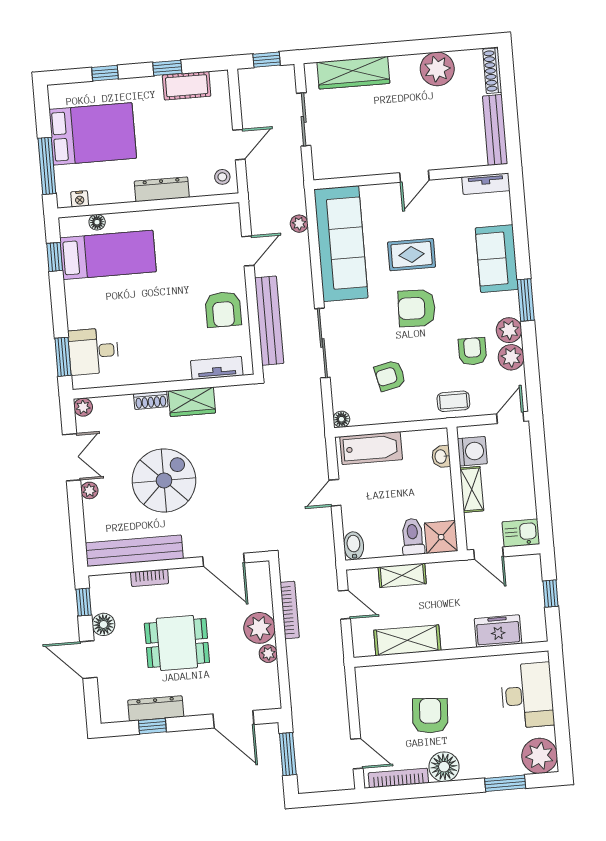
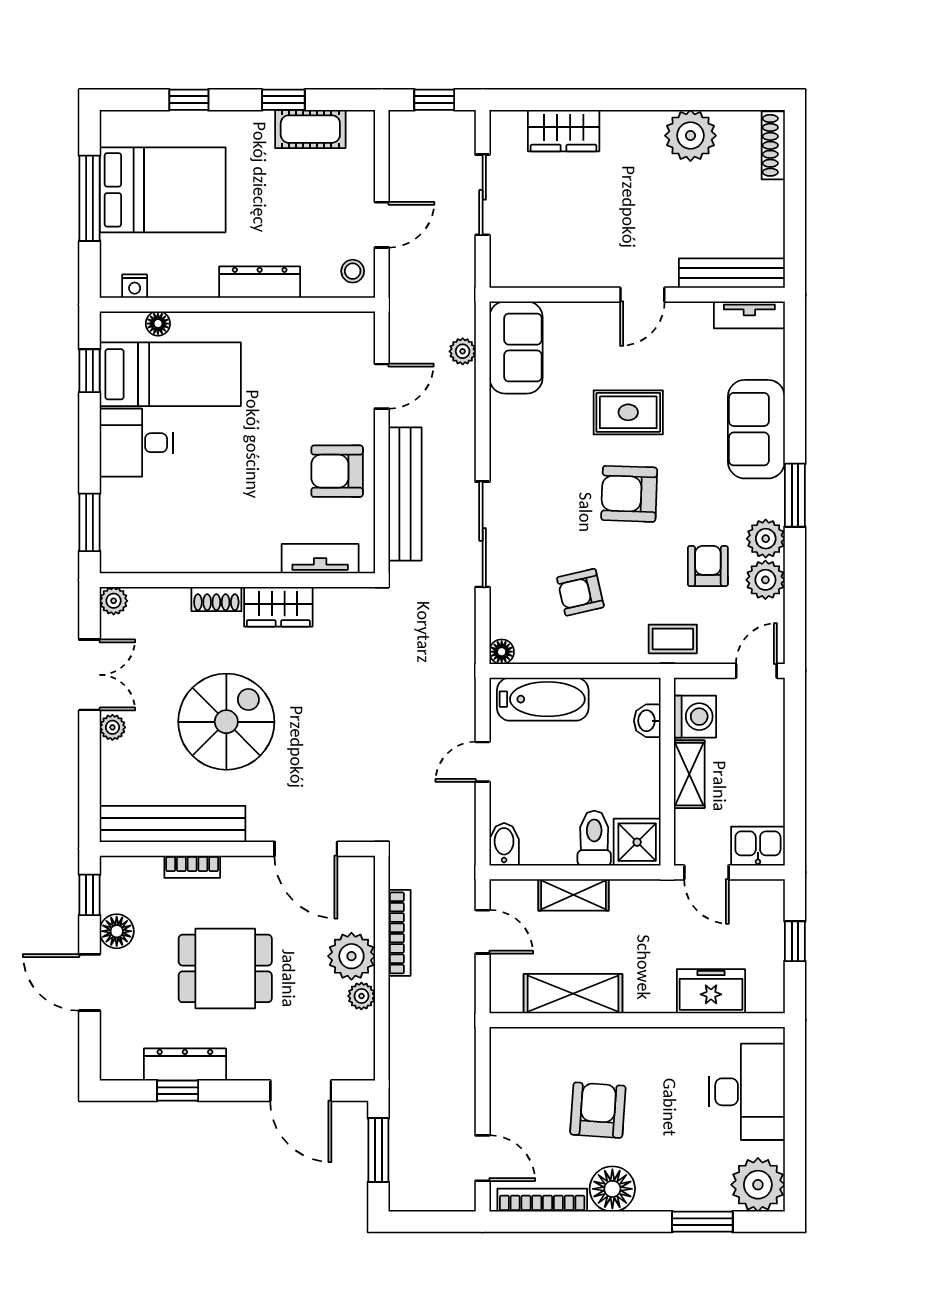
wardrobe: (353, 73) -> (564, 131), width x0.67
bench: (495, 130) -> (732, 273), moved, turned 90
window: (47, 166) -> (90, 198), moved
sofa: (341, 244) -> (516, 348), width x0.54, depth x0.79
armchair: (223, 309) -> (337, 471), turned 90
desk: (94, 351) -> (136, 443), moved

